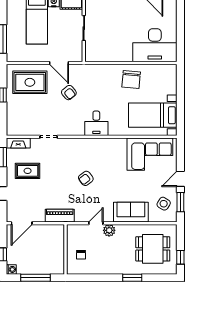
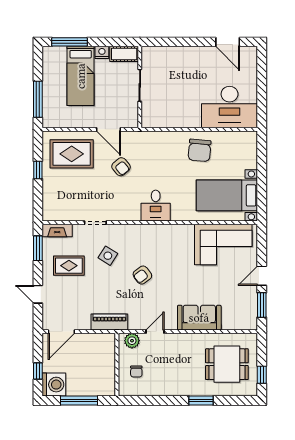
side table: (164, 204) -> (108, 256), moved
plant: (109, 230) -> (132, 341), moved
washing machine: (11, 269) -> (54, 385), width x1.89, depth x1.89

